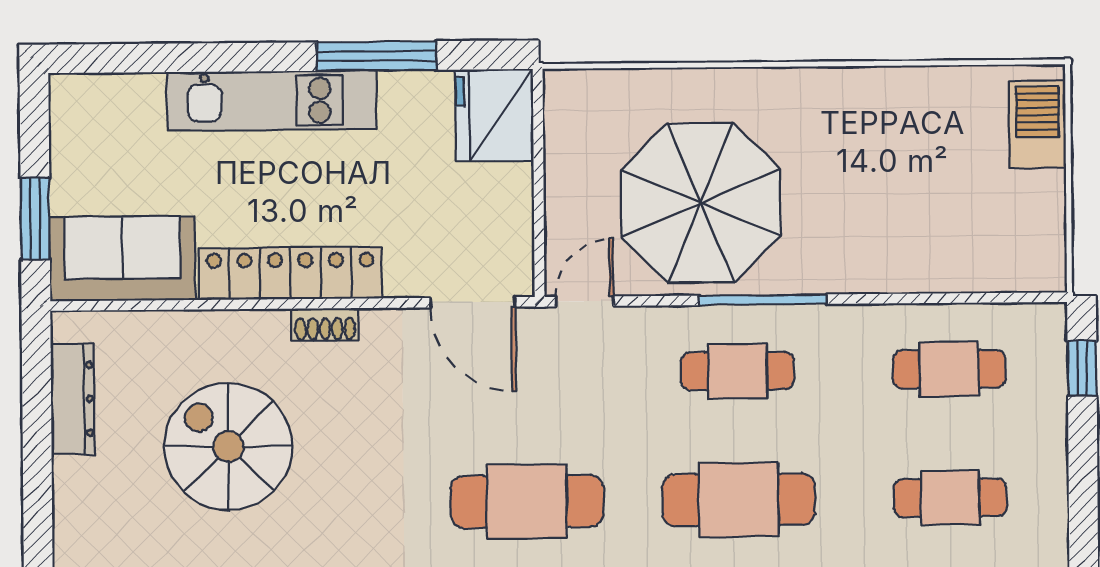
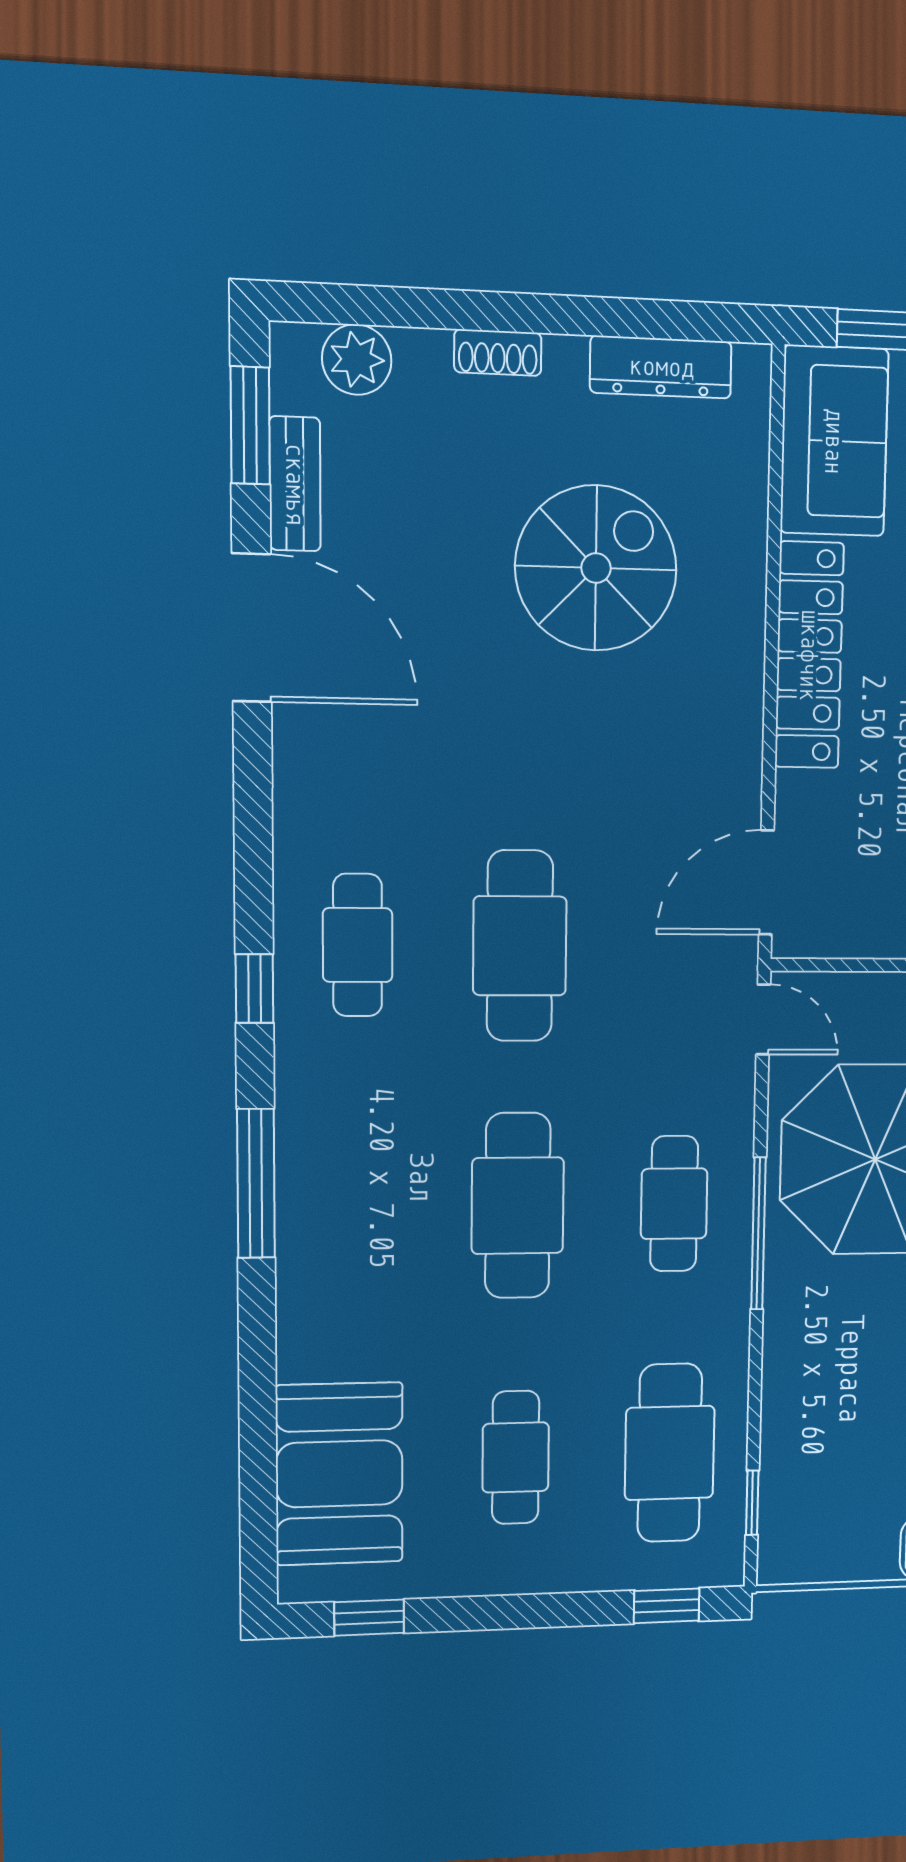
window: (994, 298) -> (752, 1503), added
shoe rack: (325, 325) -> (498, 353), moved, turned -90
cafe table: (949, 369) -> (670, 1453), width x1.37, depth x1.35

